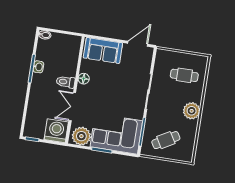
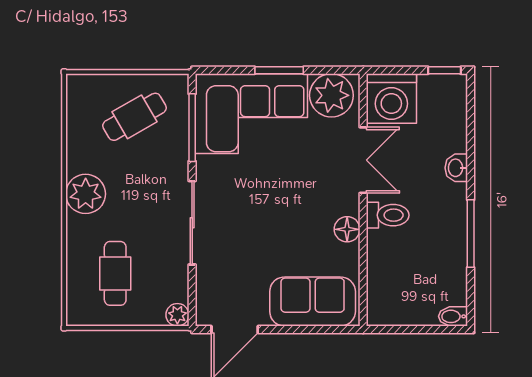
plant: (161, 54) -> (177, 315), added
washbasin: (38, 67) -> (456, 168), moved
cafe table: (184, 75) -> (115, 273), turned 90

